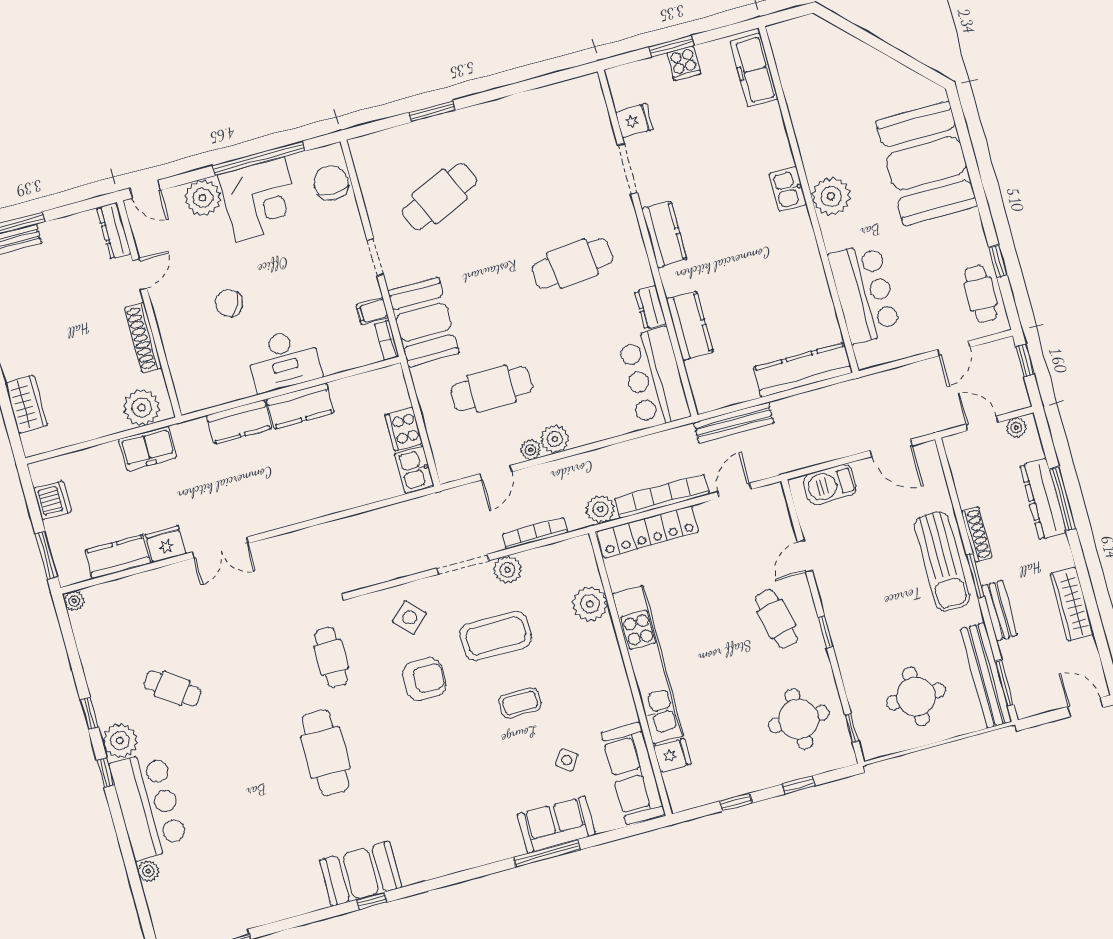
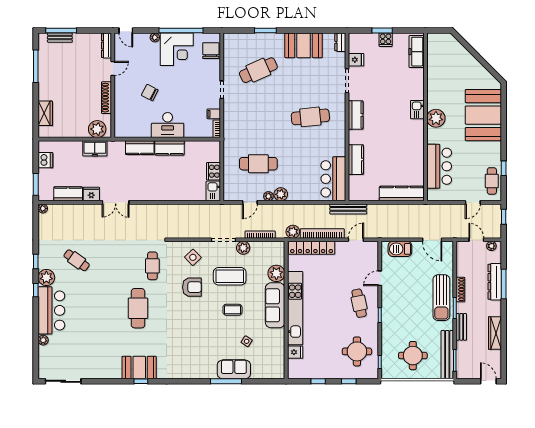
plant: (203, 198) -> (155, 37), width x0.53, depth x0.53
dresser: (650, 307) -> (340, 42), moved
booth: (423, 322) -> (304, 45), moved, turned 90
bench: (734, 423) -> (348, 209), moved
sofa: (633, 773) -> (275, 305), moved

